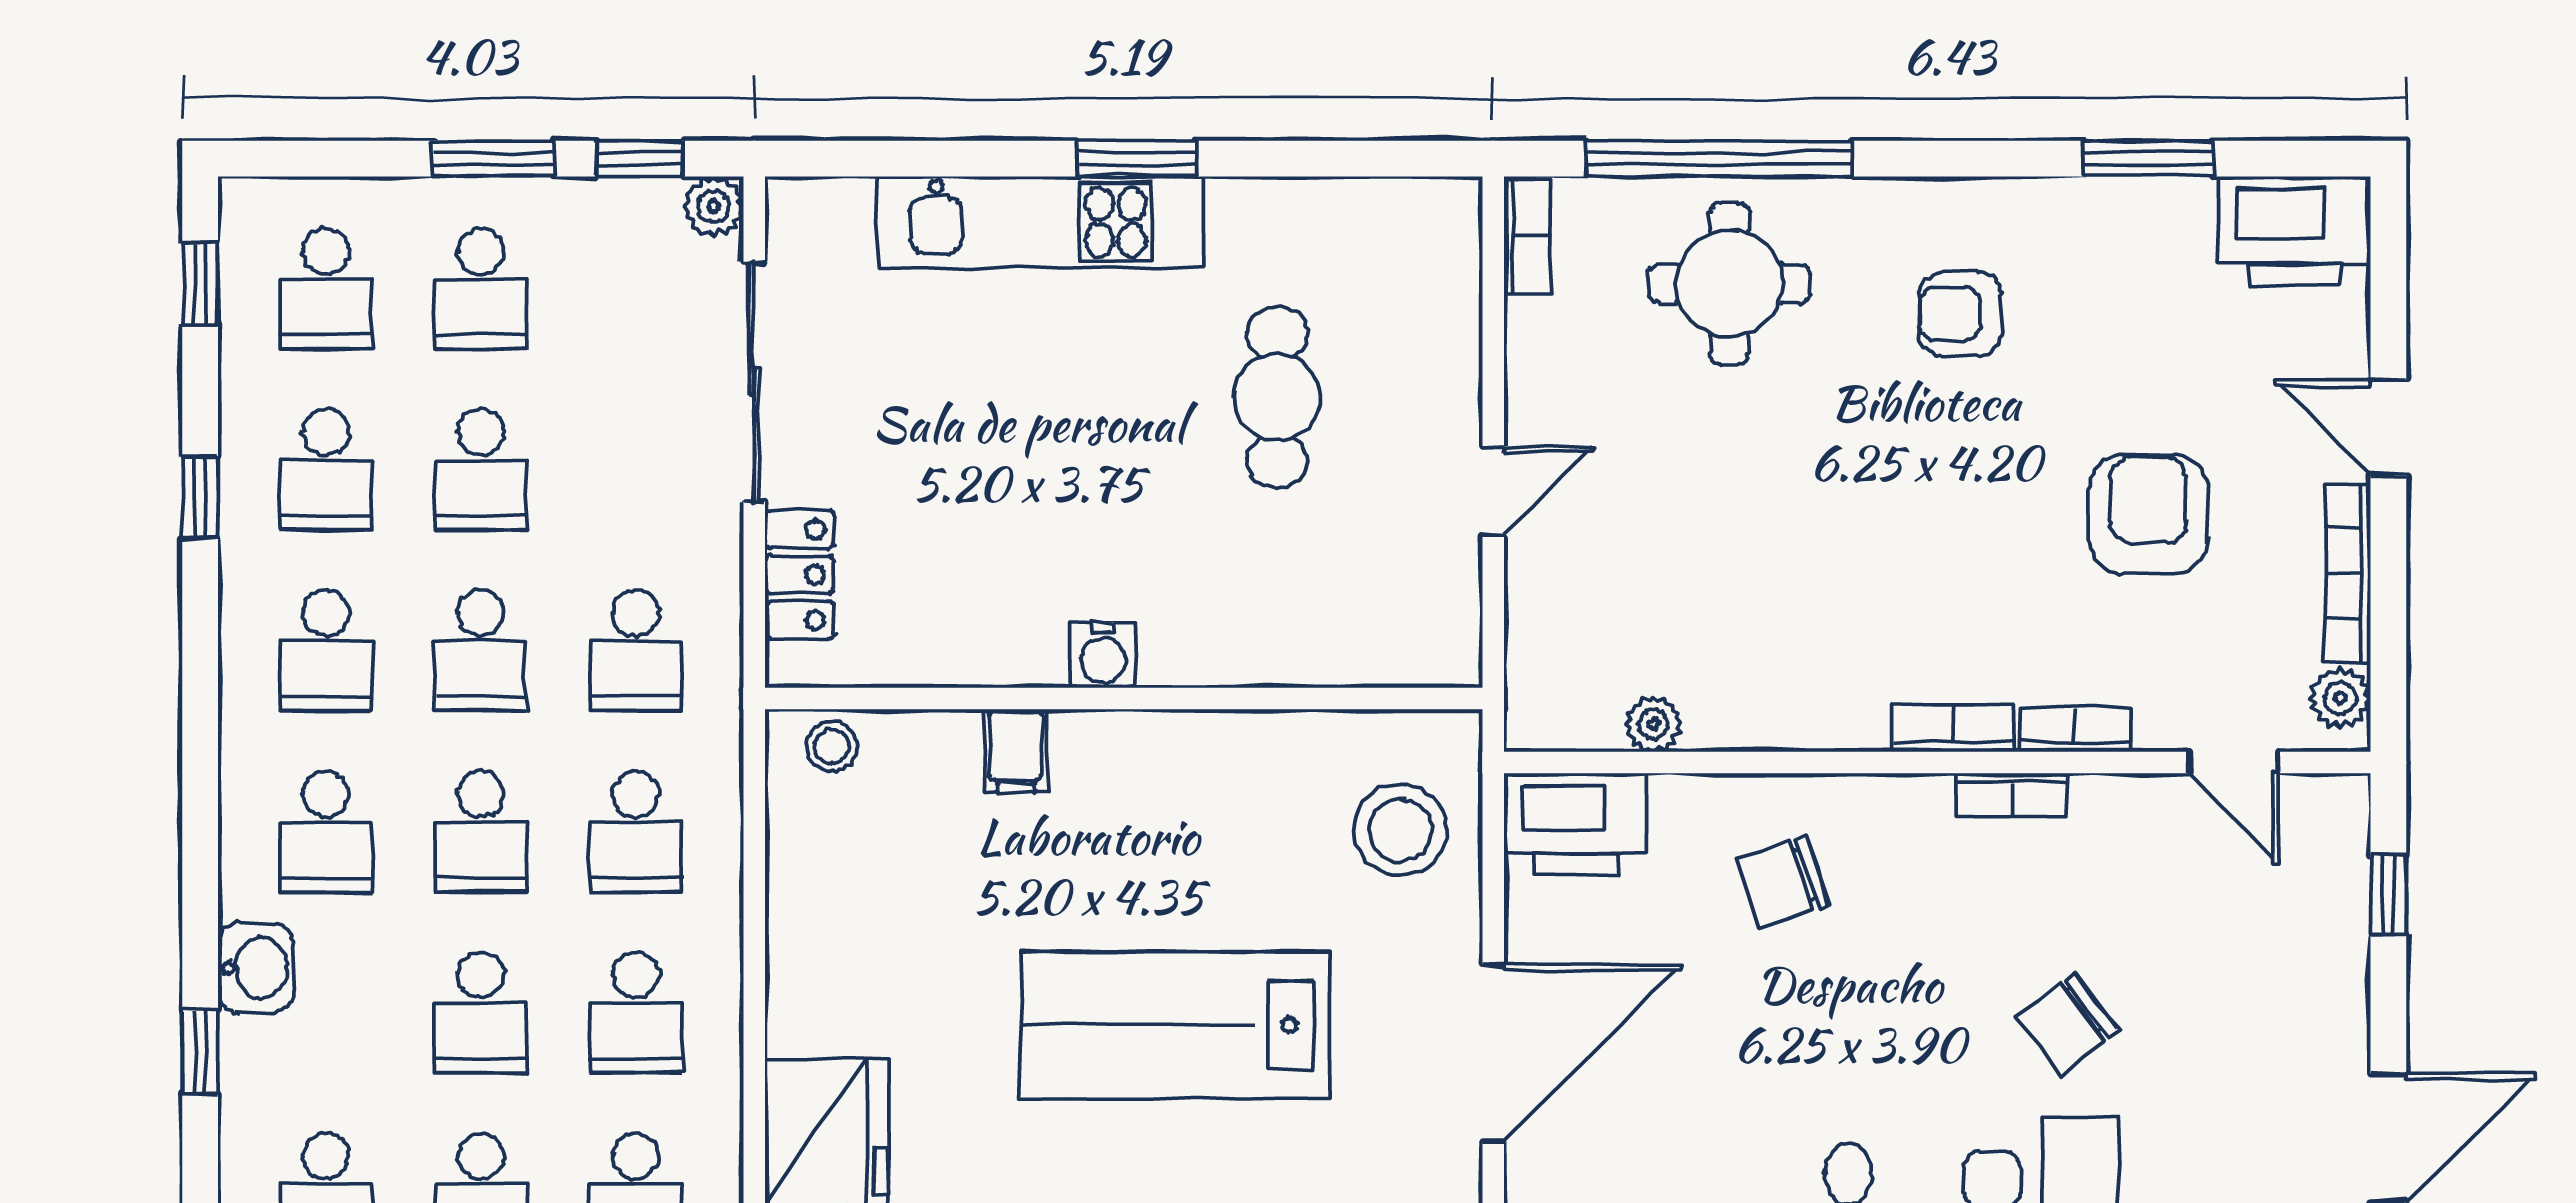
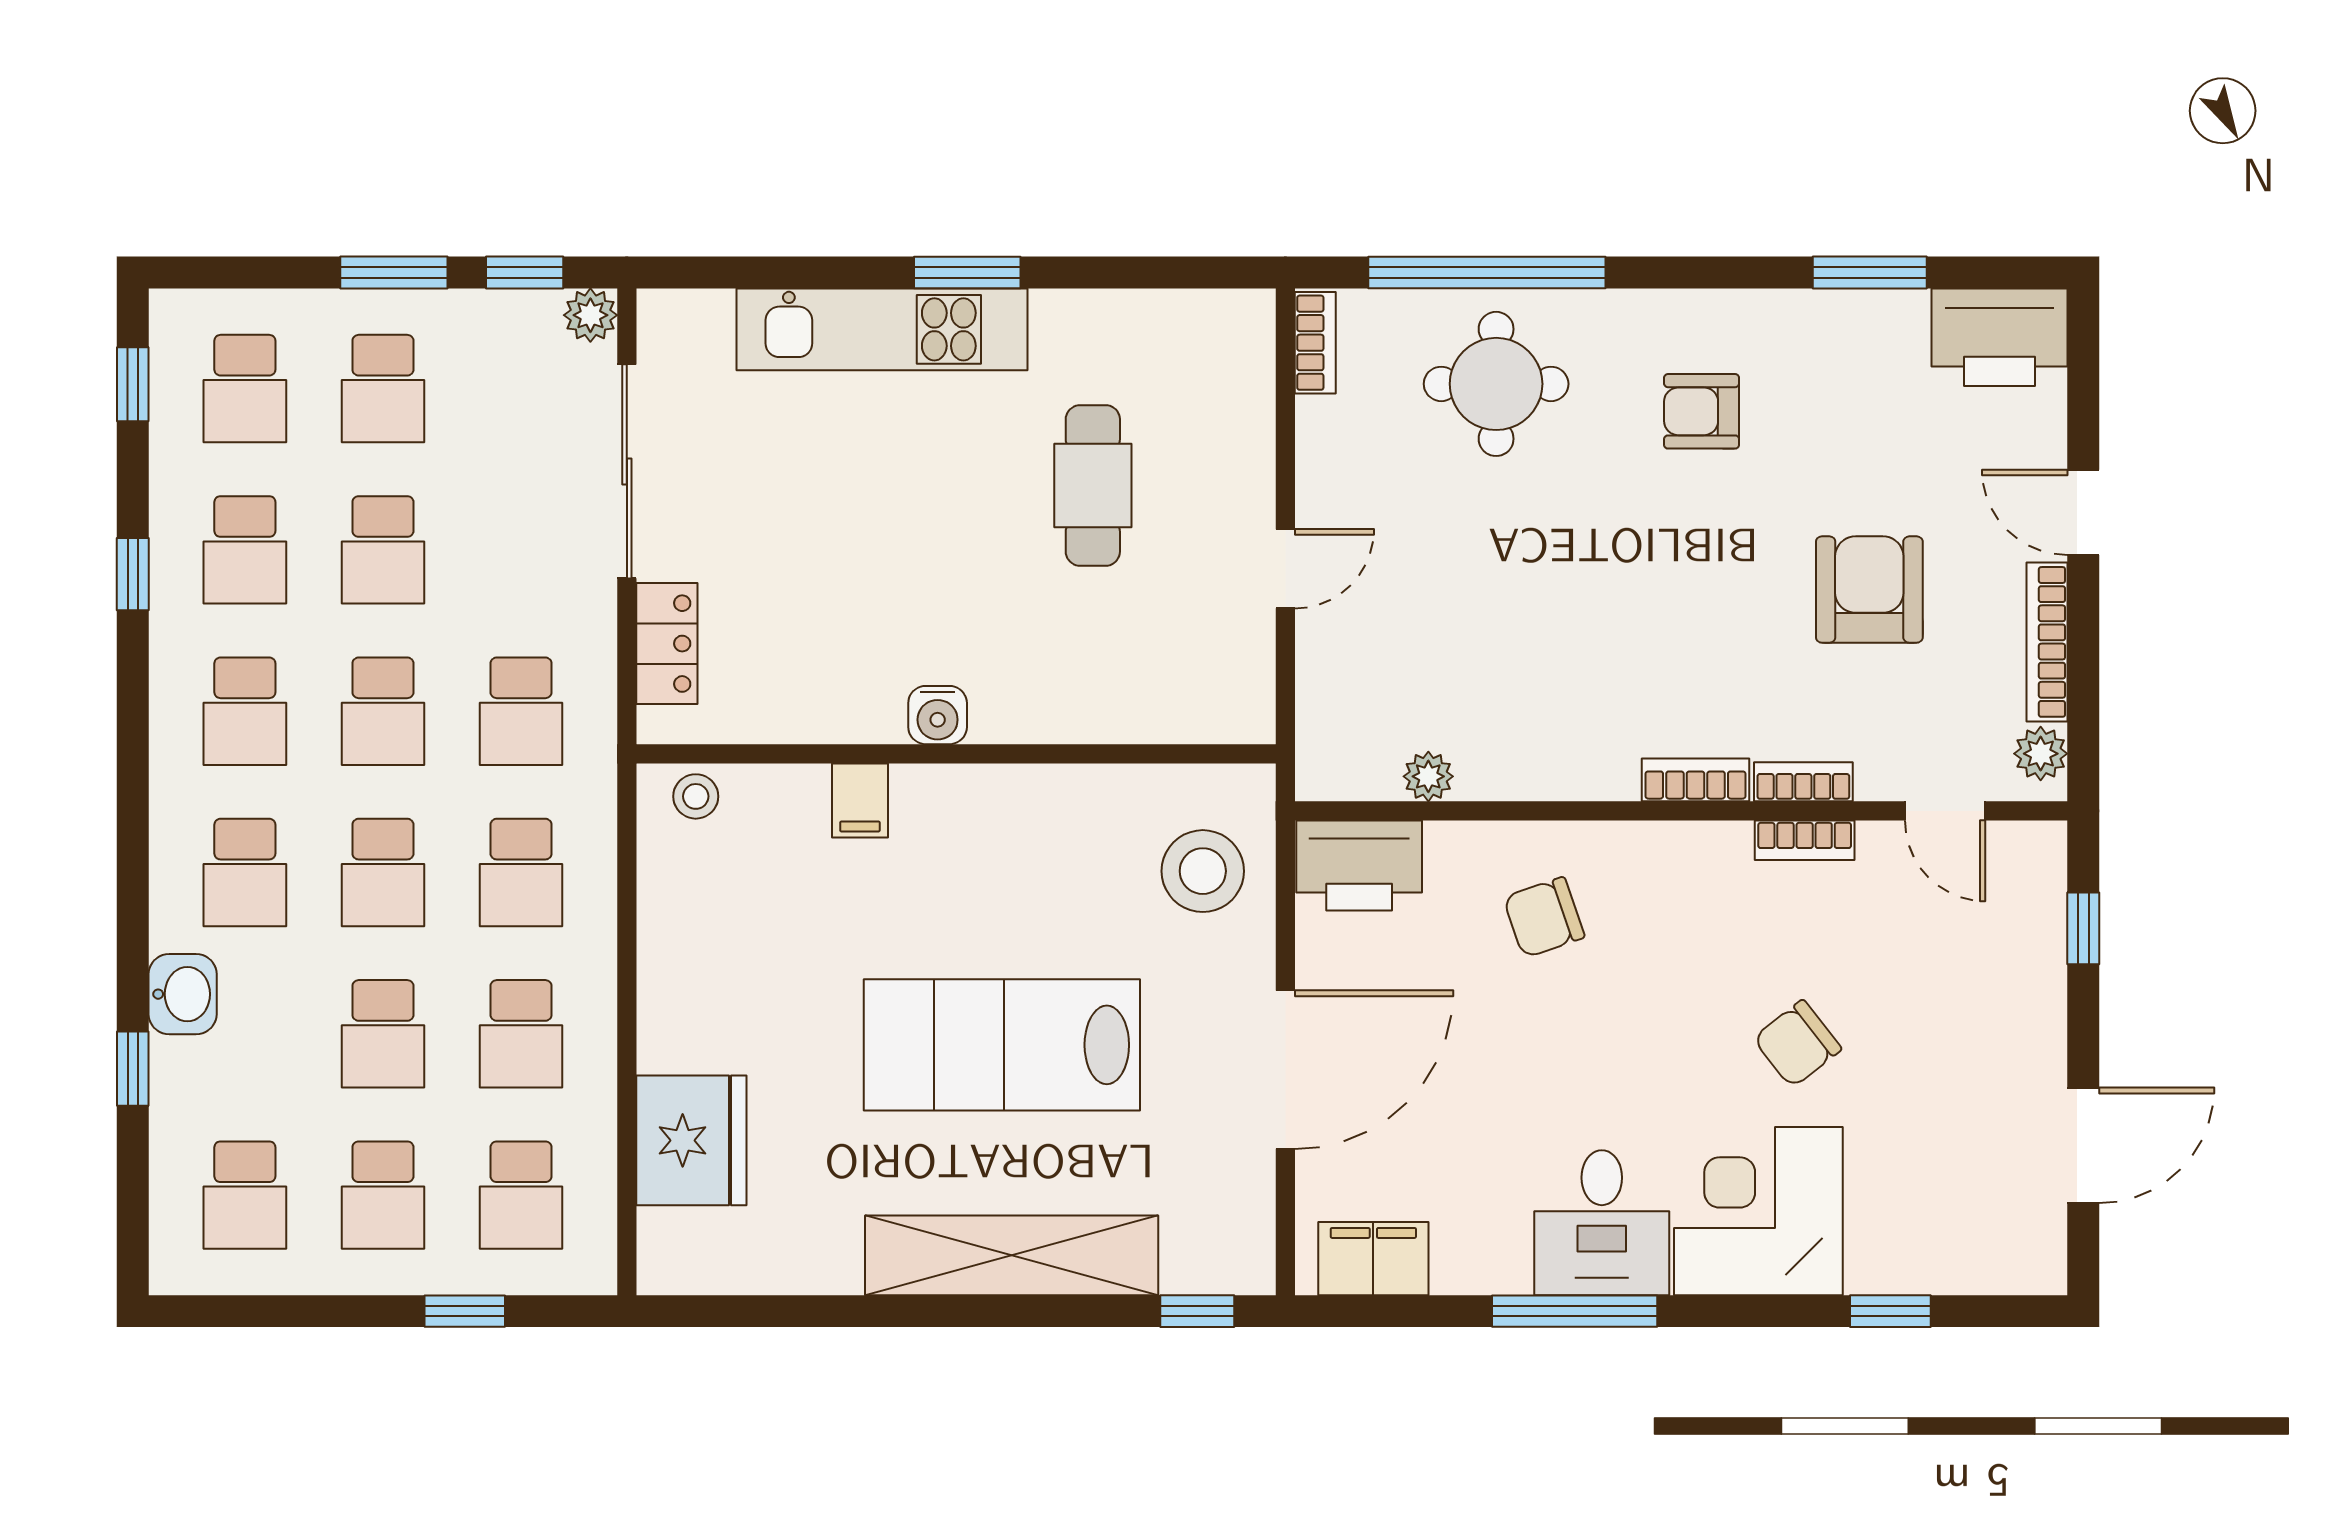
bookcase: (2012, 795) -> (1805, 840), moved

